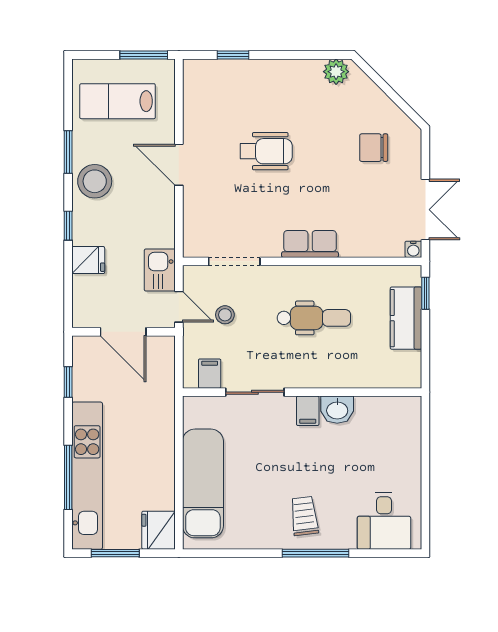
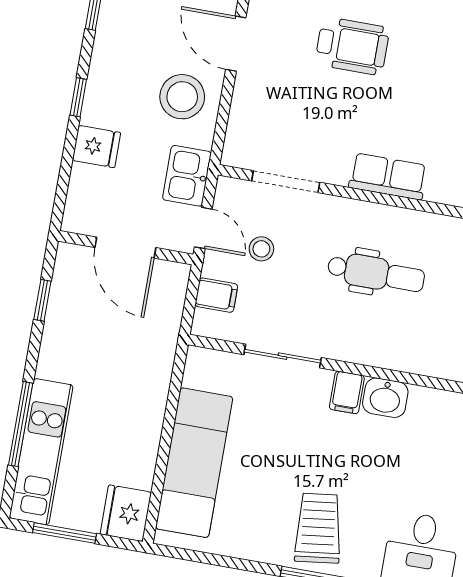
stool: (95, 181) -> (182, 97), moved
filing cabinet: (210, 374) -> (216, 295), moved, turned 90
kitchen unit: (87, 476) -> (41, 452), width x0.73
trolley: (304, 516) -> (318, 528), width x1.36, depth x1.39

